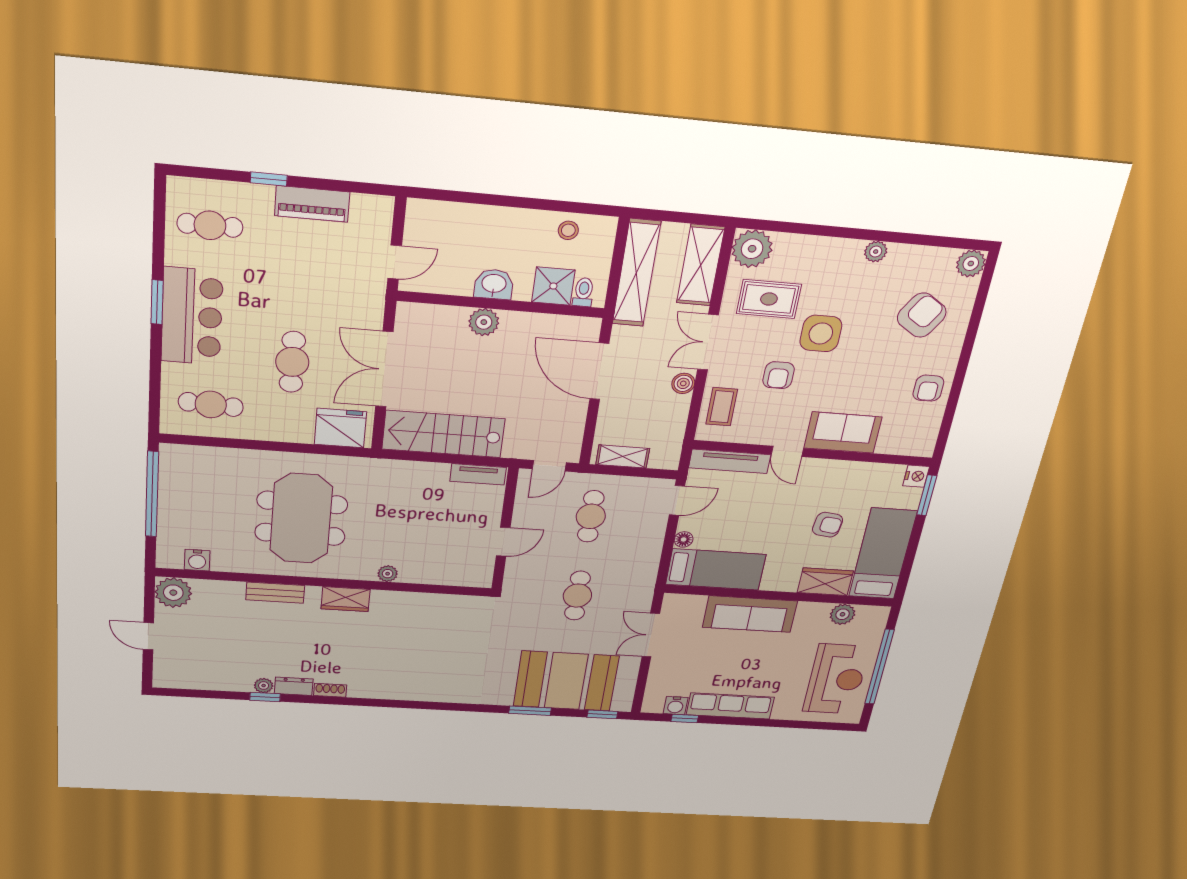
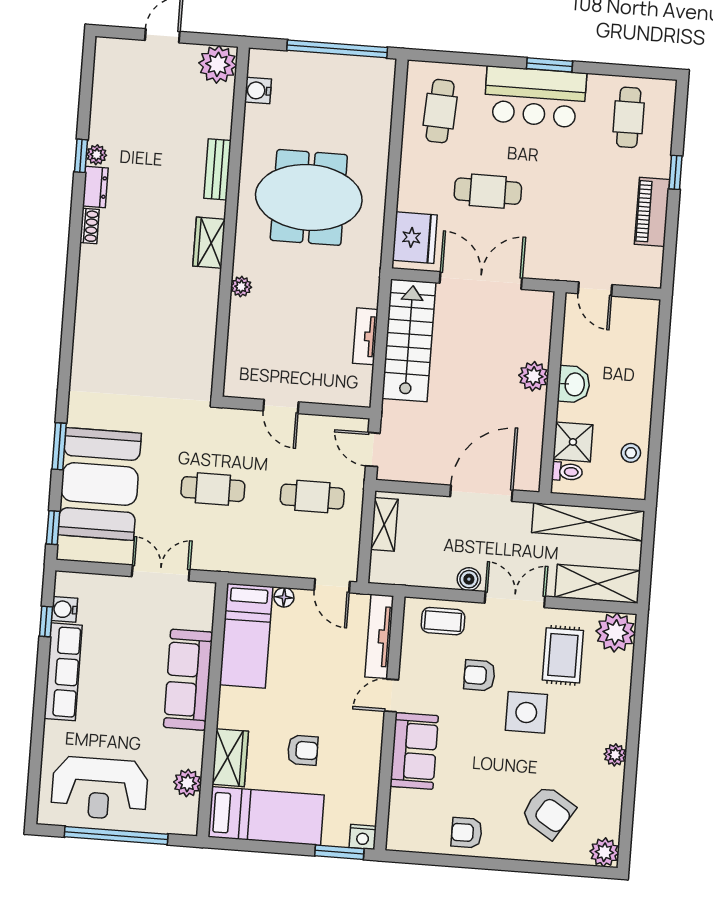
tv unit: (478, 474) -> (365, 336), moved
armchair: (828, 525) -> (303, 750), turned -97

